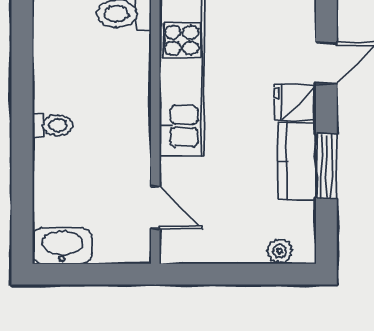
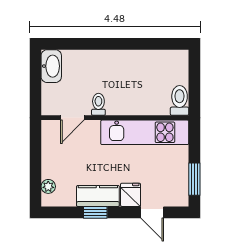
toilet: (52, 125) -> (98, 104), moved, turned 180
window: (326, 166) -> (95, 212), width x0.67

